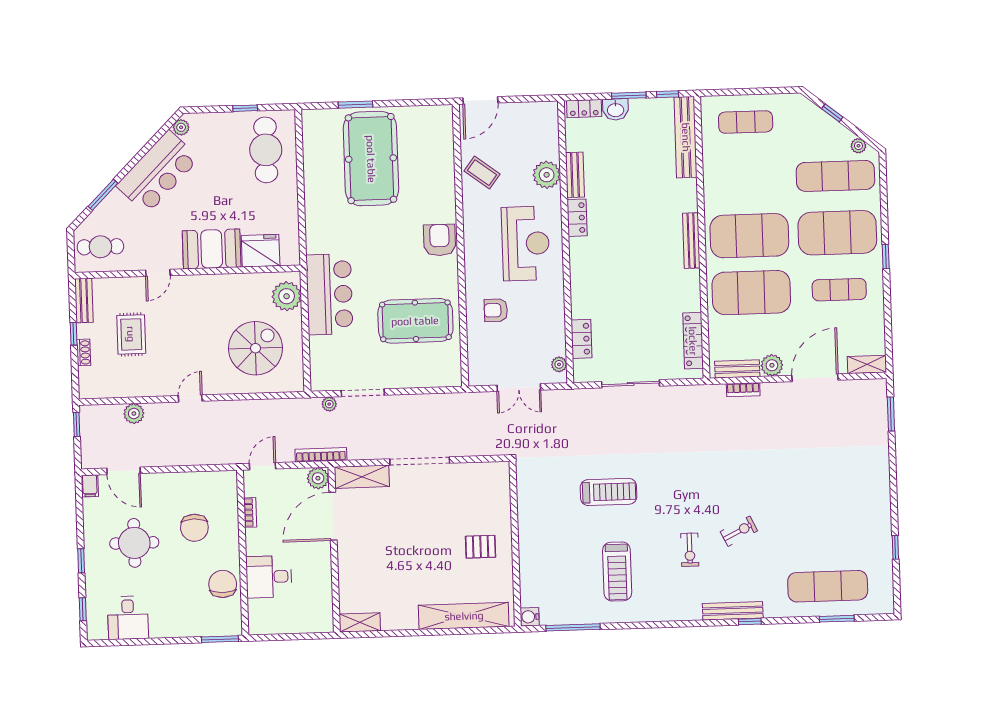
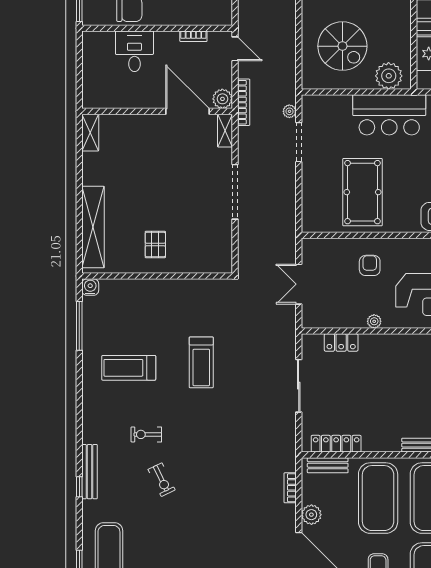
plant: (559, 364) -> (374, 321), moved
bench: (737, 369) -> (328, 465), moved, turned 90
shelving: (362, 477) -> (225, 131), width x0.67, depth x0.75

